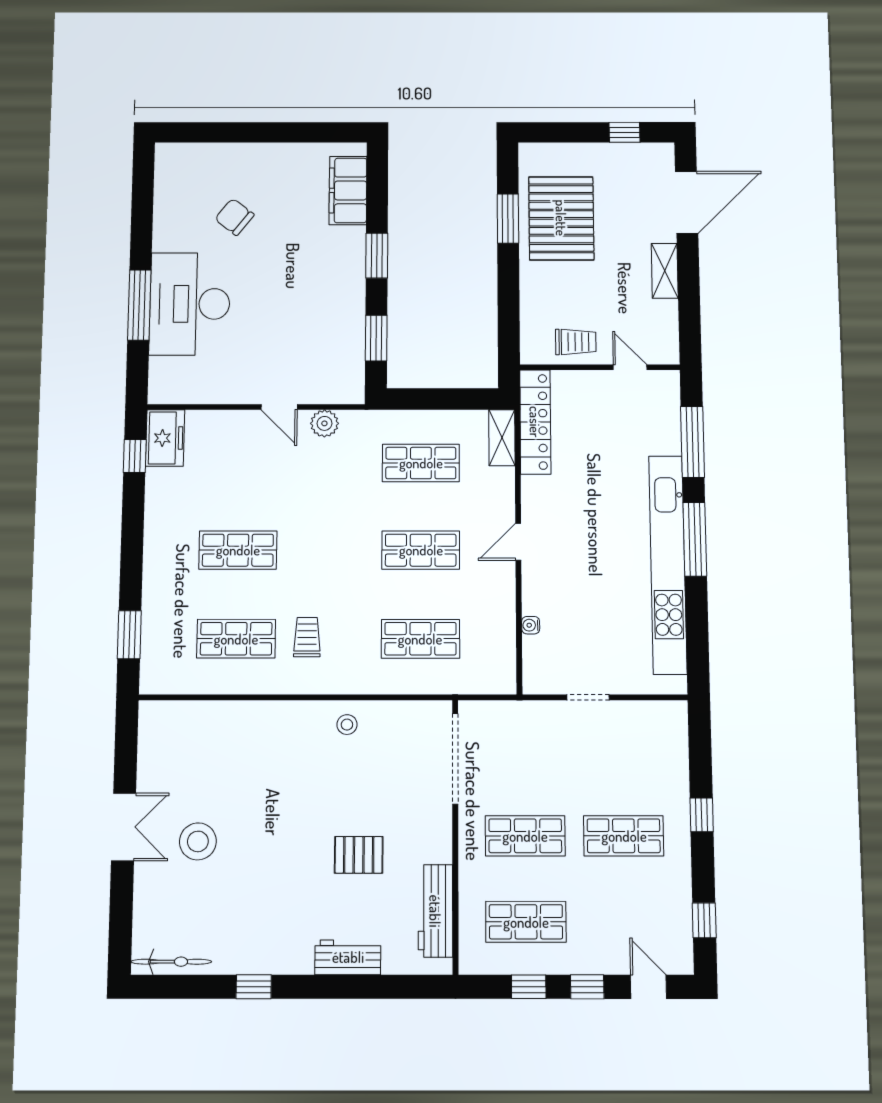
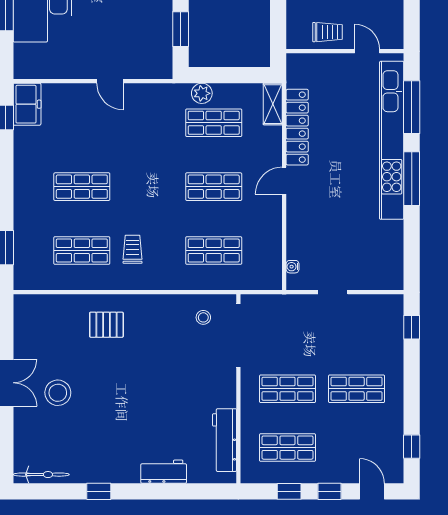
locker: (535, 422) -> (297, 127), moved
plant: (324, 423) -> (202, 93), moved
kitchen unit: (668, 564) -> (392, 140), moved
water cooler: (531, 625) -> (293, 267), moved
stool: (347, 725) -> (203, 317), moved
window: (702, 815) -> (412, 327), moved
pallet: (359, 855) -> (106, 325), moved

